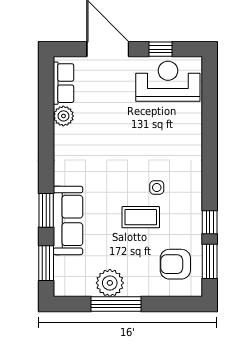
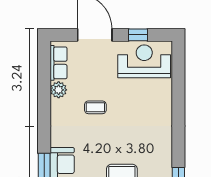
coffee table: (108, 137) -> (95, 107), added
side table: (157, 188) -> (135, 148), removed

